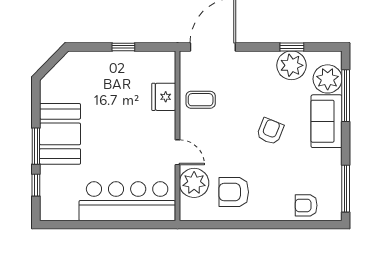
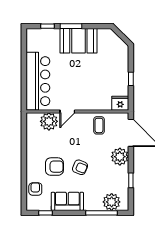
plant: (291, 65) -> (120, 157), moved
fridge: (164, 97) -> (120, 103), moved
sofa: (327, 121) -> (67, 201), moved
window: (346, 189) -> (45, 213), width x0.46
armchair: (234, 192) -> (54, 167), moved, turned 90

